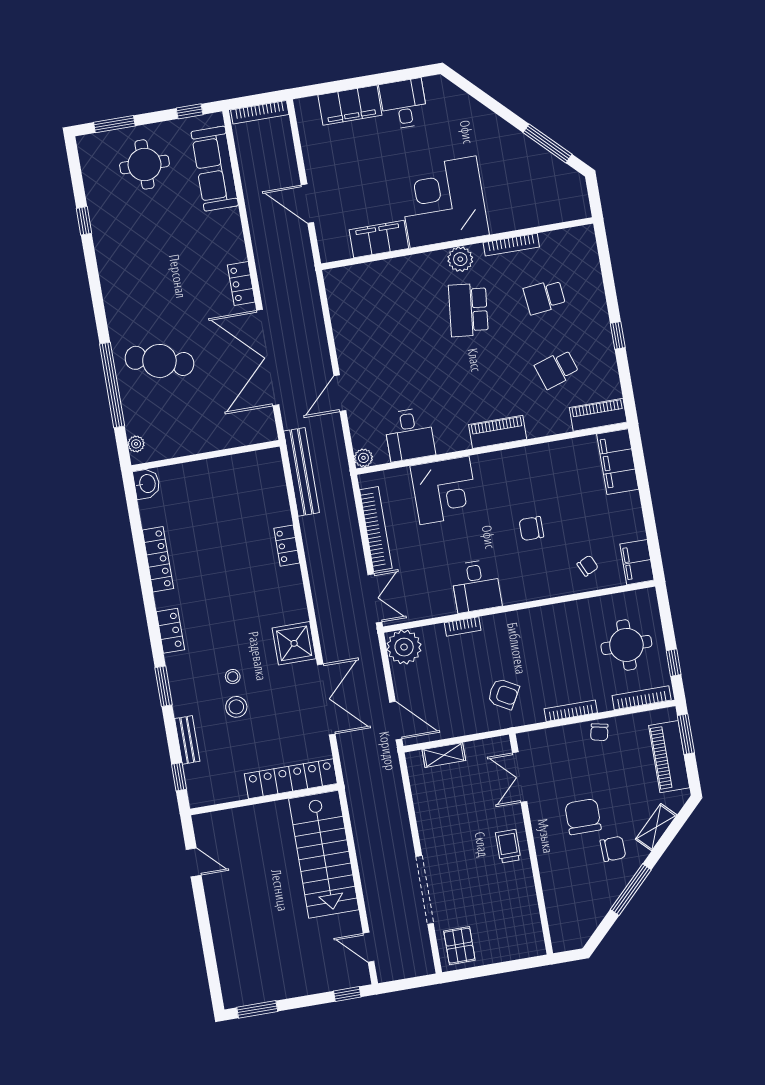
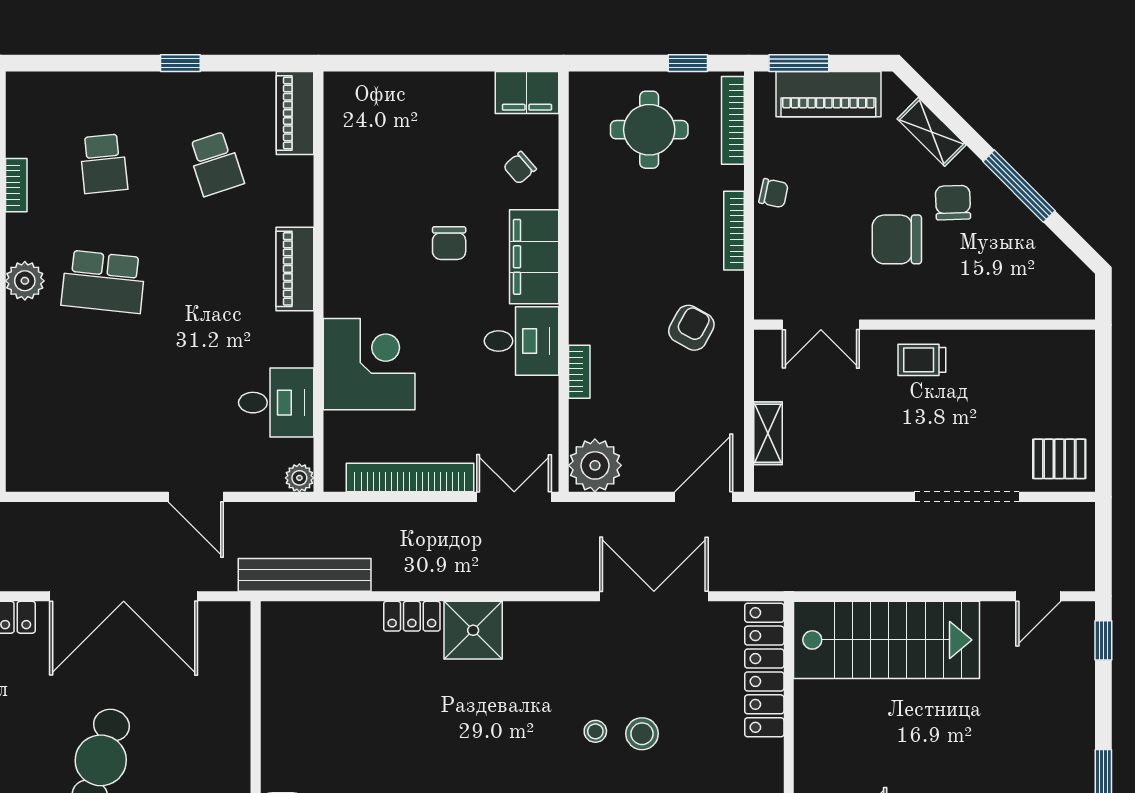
bookcase: (511, 245) -> (16, 185), width x0.64
filing cabinet: (618, 462) -> (534, 257), moved, turned 90
chair: (588, 566) -> (520, 168), turned -106
shower: (294, 643) -> (473, 630), moved

